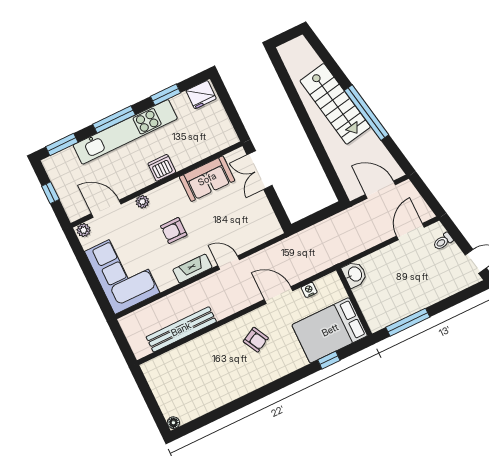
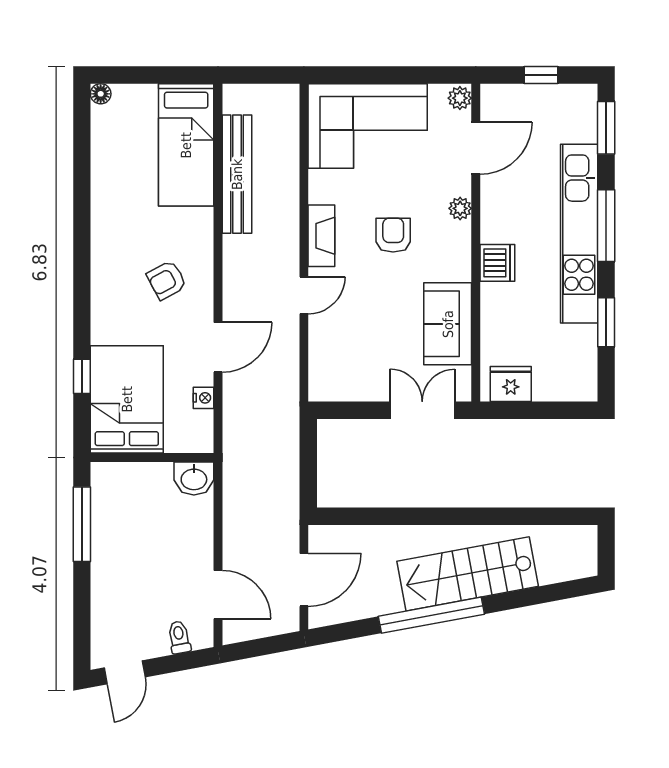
fridge: (201, 95) -> (511, 384), moved, turned 90
bed: (179, 364) -> (186, 145), added

